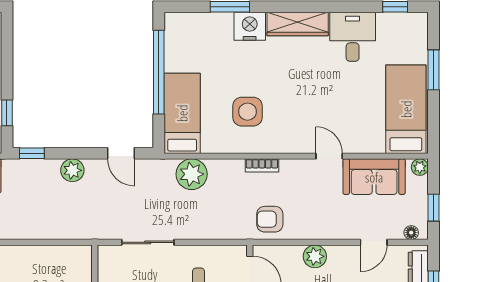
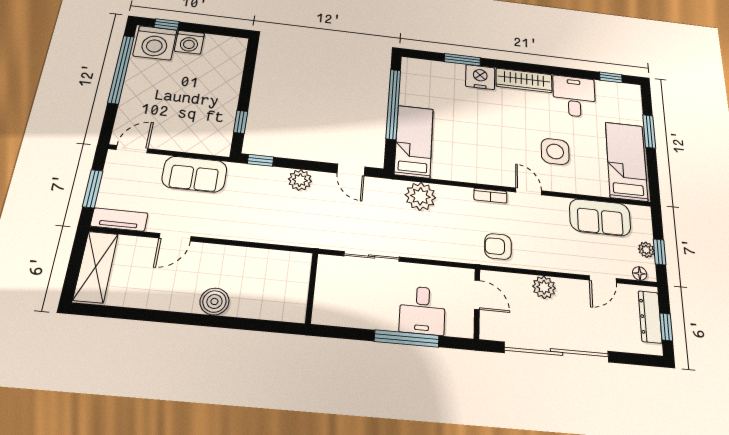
side table: (247, 112) -> (555, 151), moved
door: (329, 156) -> (529, 191), moved
plant: (420, 167) -> (646, 250), moved

